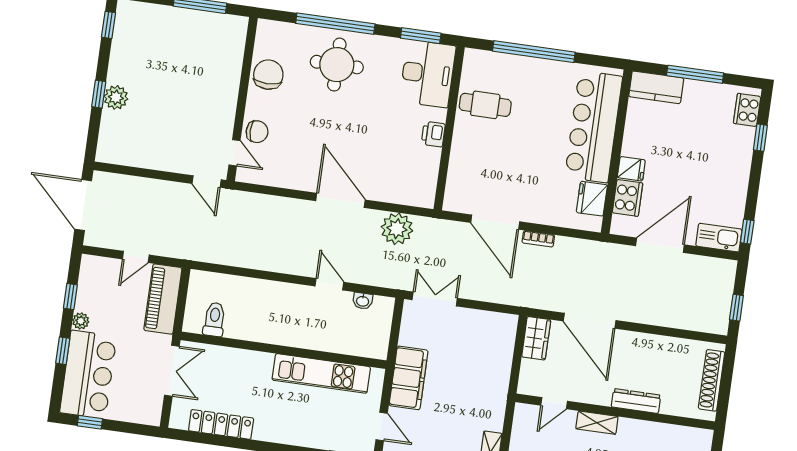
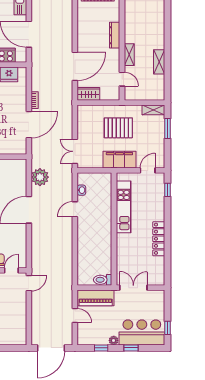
toilet: (214, 319) -> (103, 280), moved
pallet: (467, 384) -> (118, 128), added
locker: (221, 424) -> (159, 239), moved

